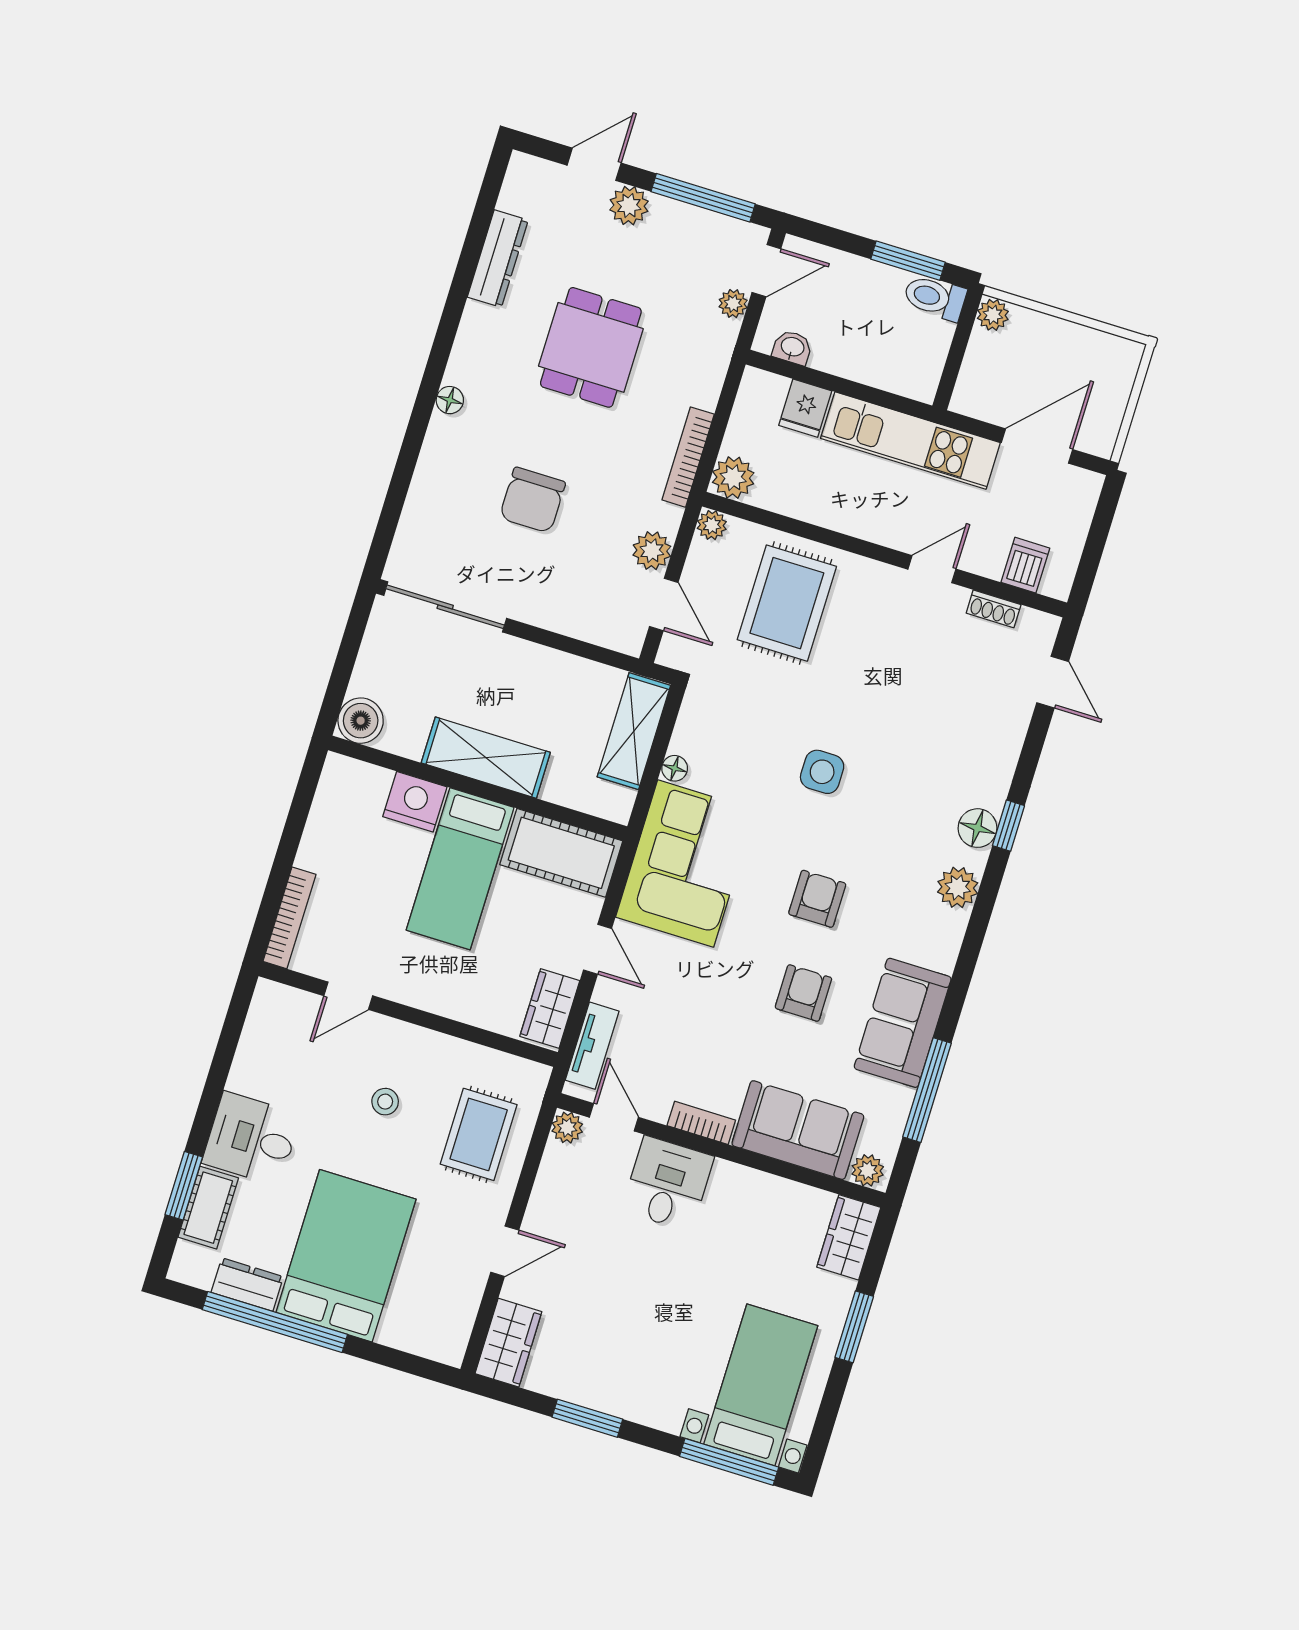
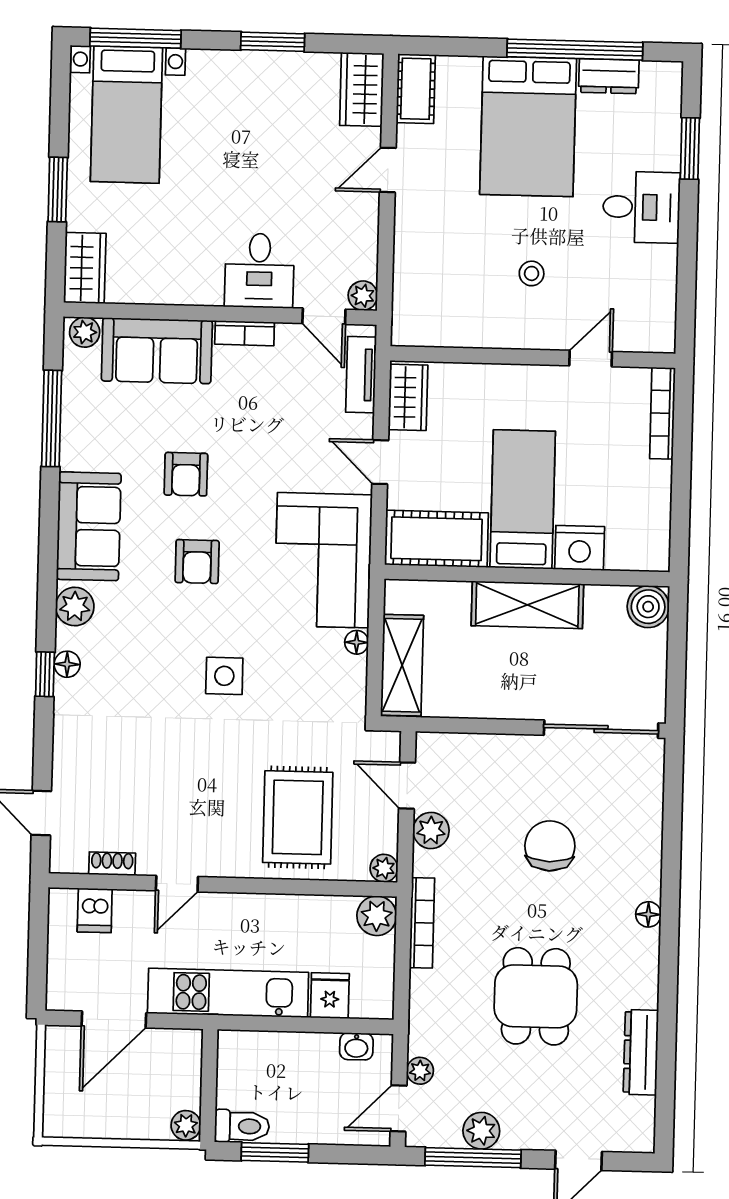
plant: (629, 206) -> (481, 1131), moved
floor lamp: (977, 828) -> (67, 664), width x0.73, depth x0.73
sofa: (903, 1023) -> (89, 526), moved
rug: (479, 1134) -> (440, 267), removed
cot: (208, 1208) -> (416, 89), moved

